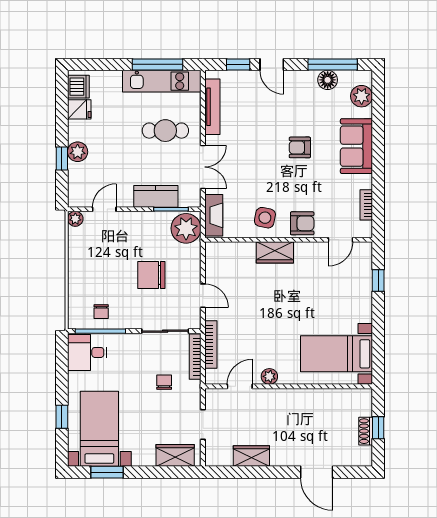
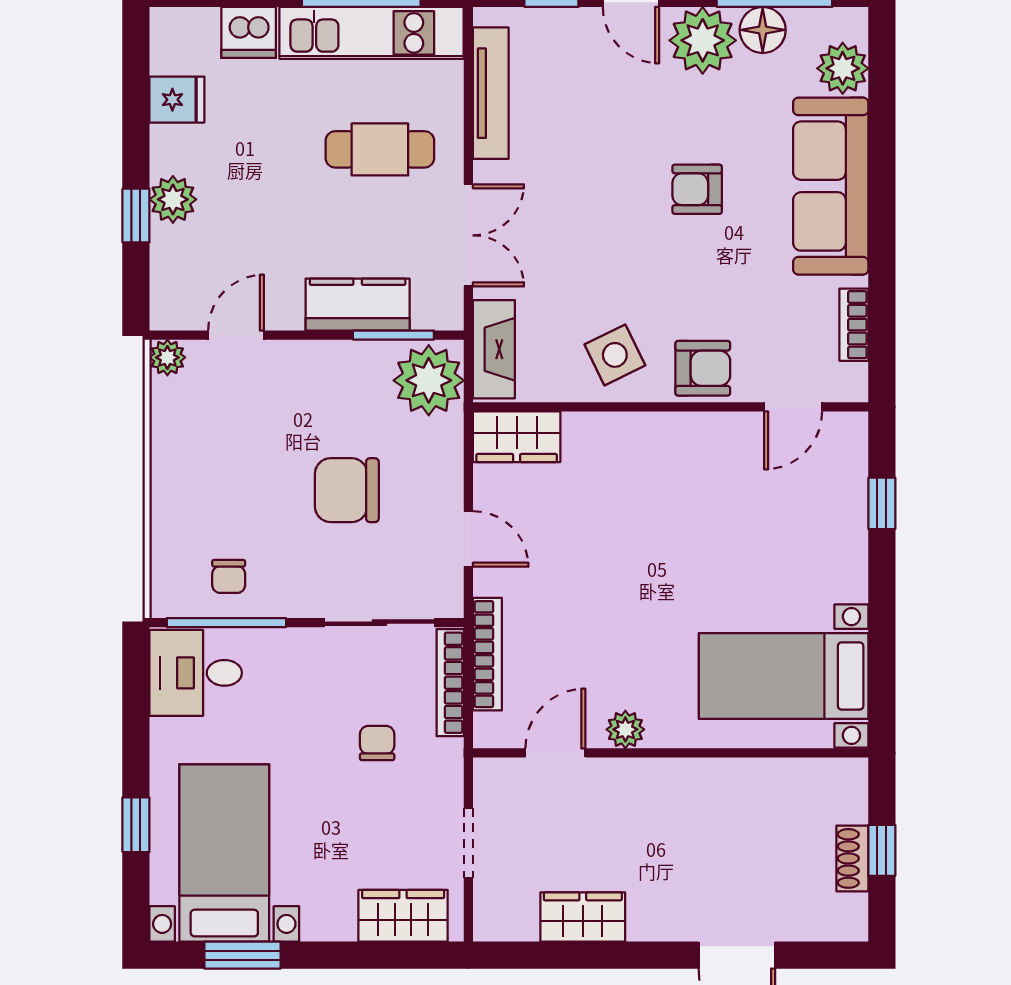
plant: (302, 84) -> (703, 40), added
dishwasher: (78, 87) -> (249, 32), moved, turned 90
sofa: (356, 146) -> (831, 186), width x1.36
side table: (265, 218) -> (615, 355), turned -38
wardrobe: (275, 252) -> (517, 437), moved

